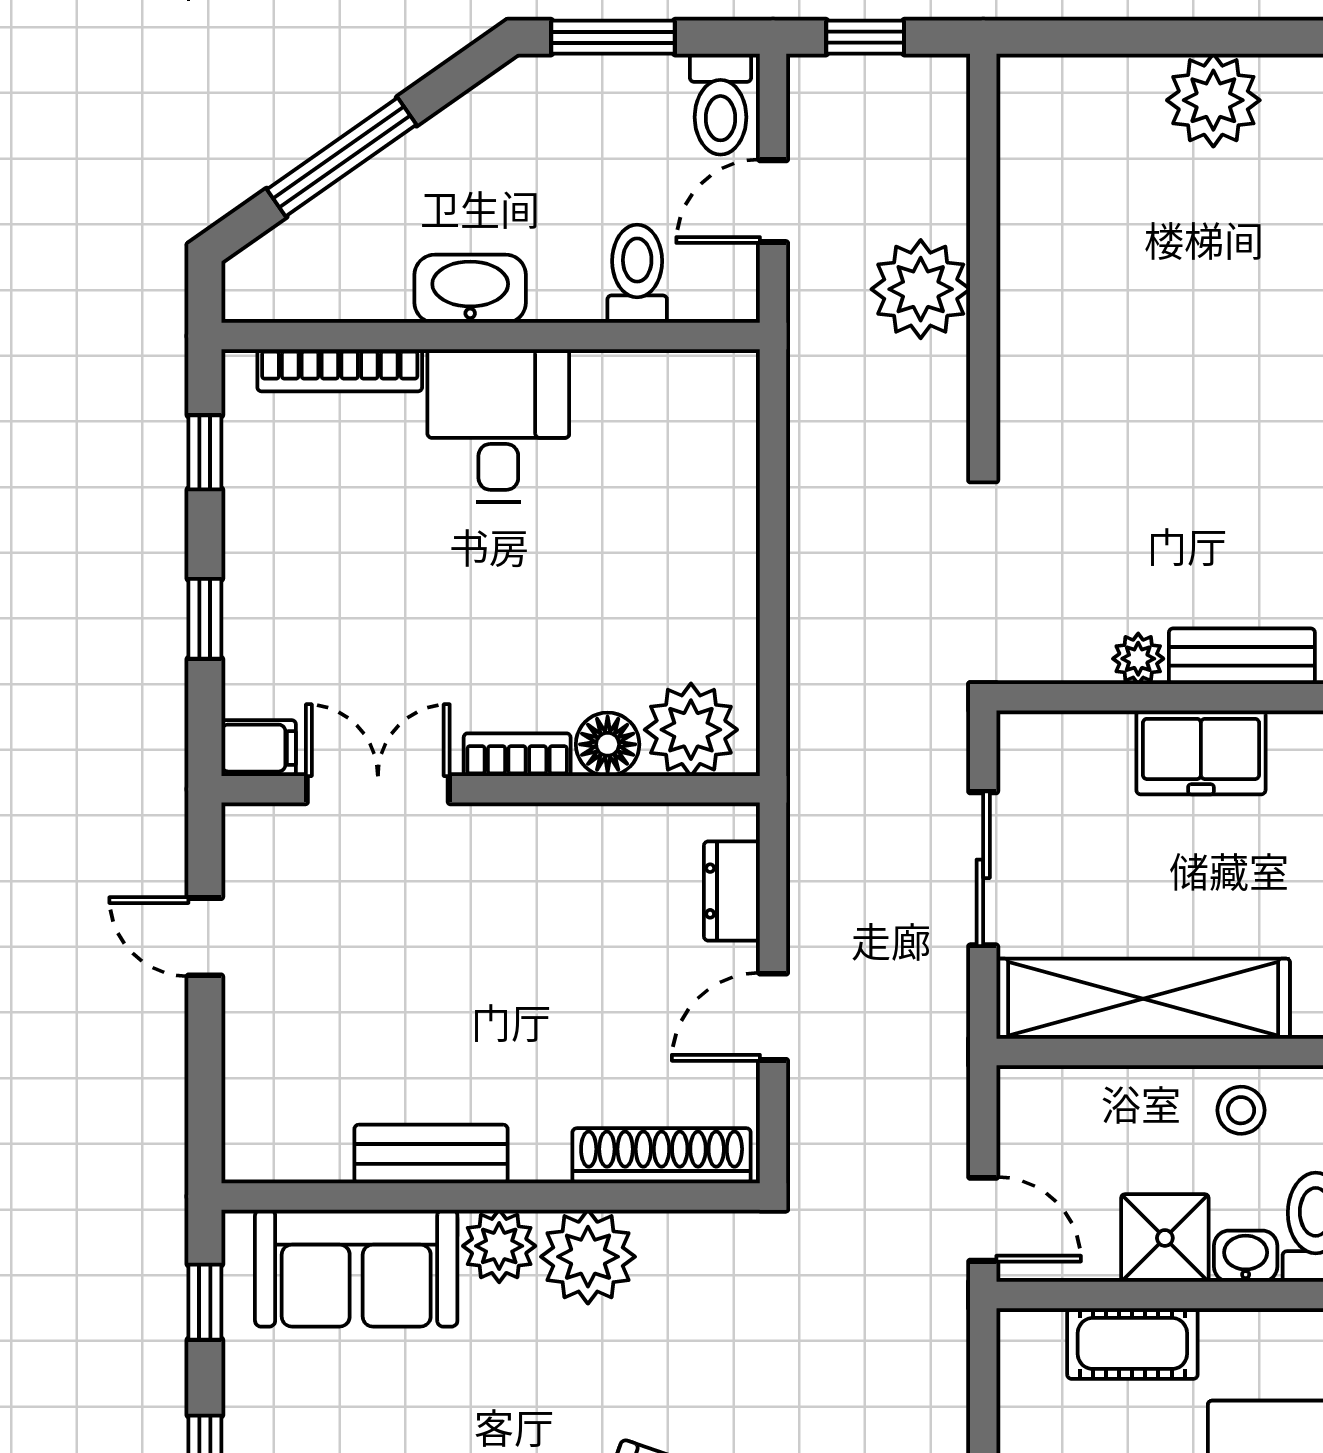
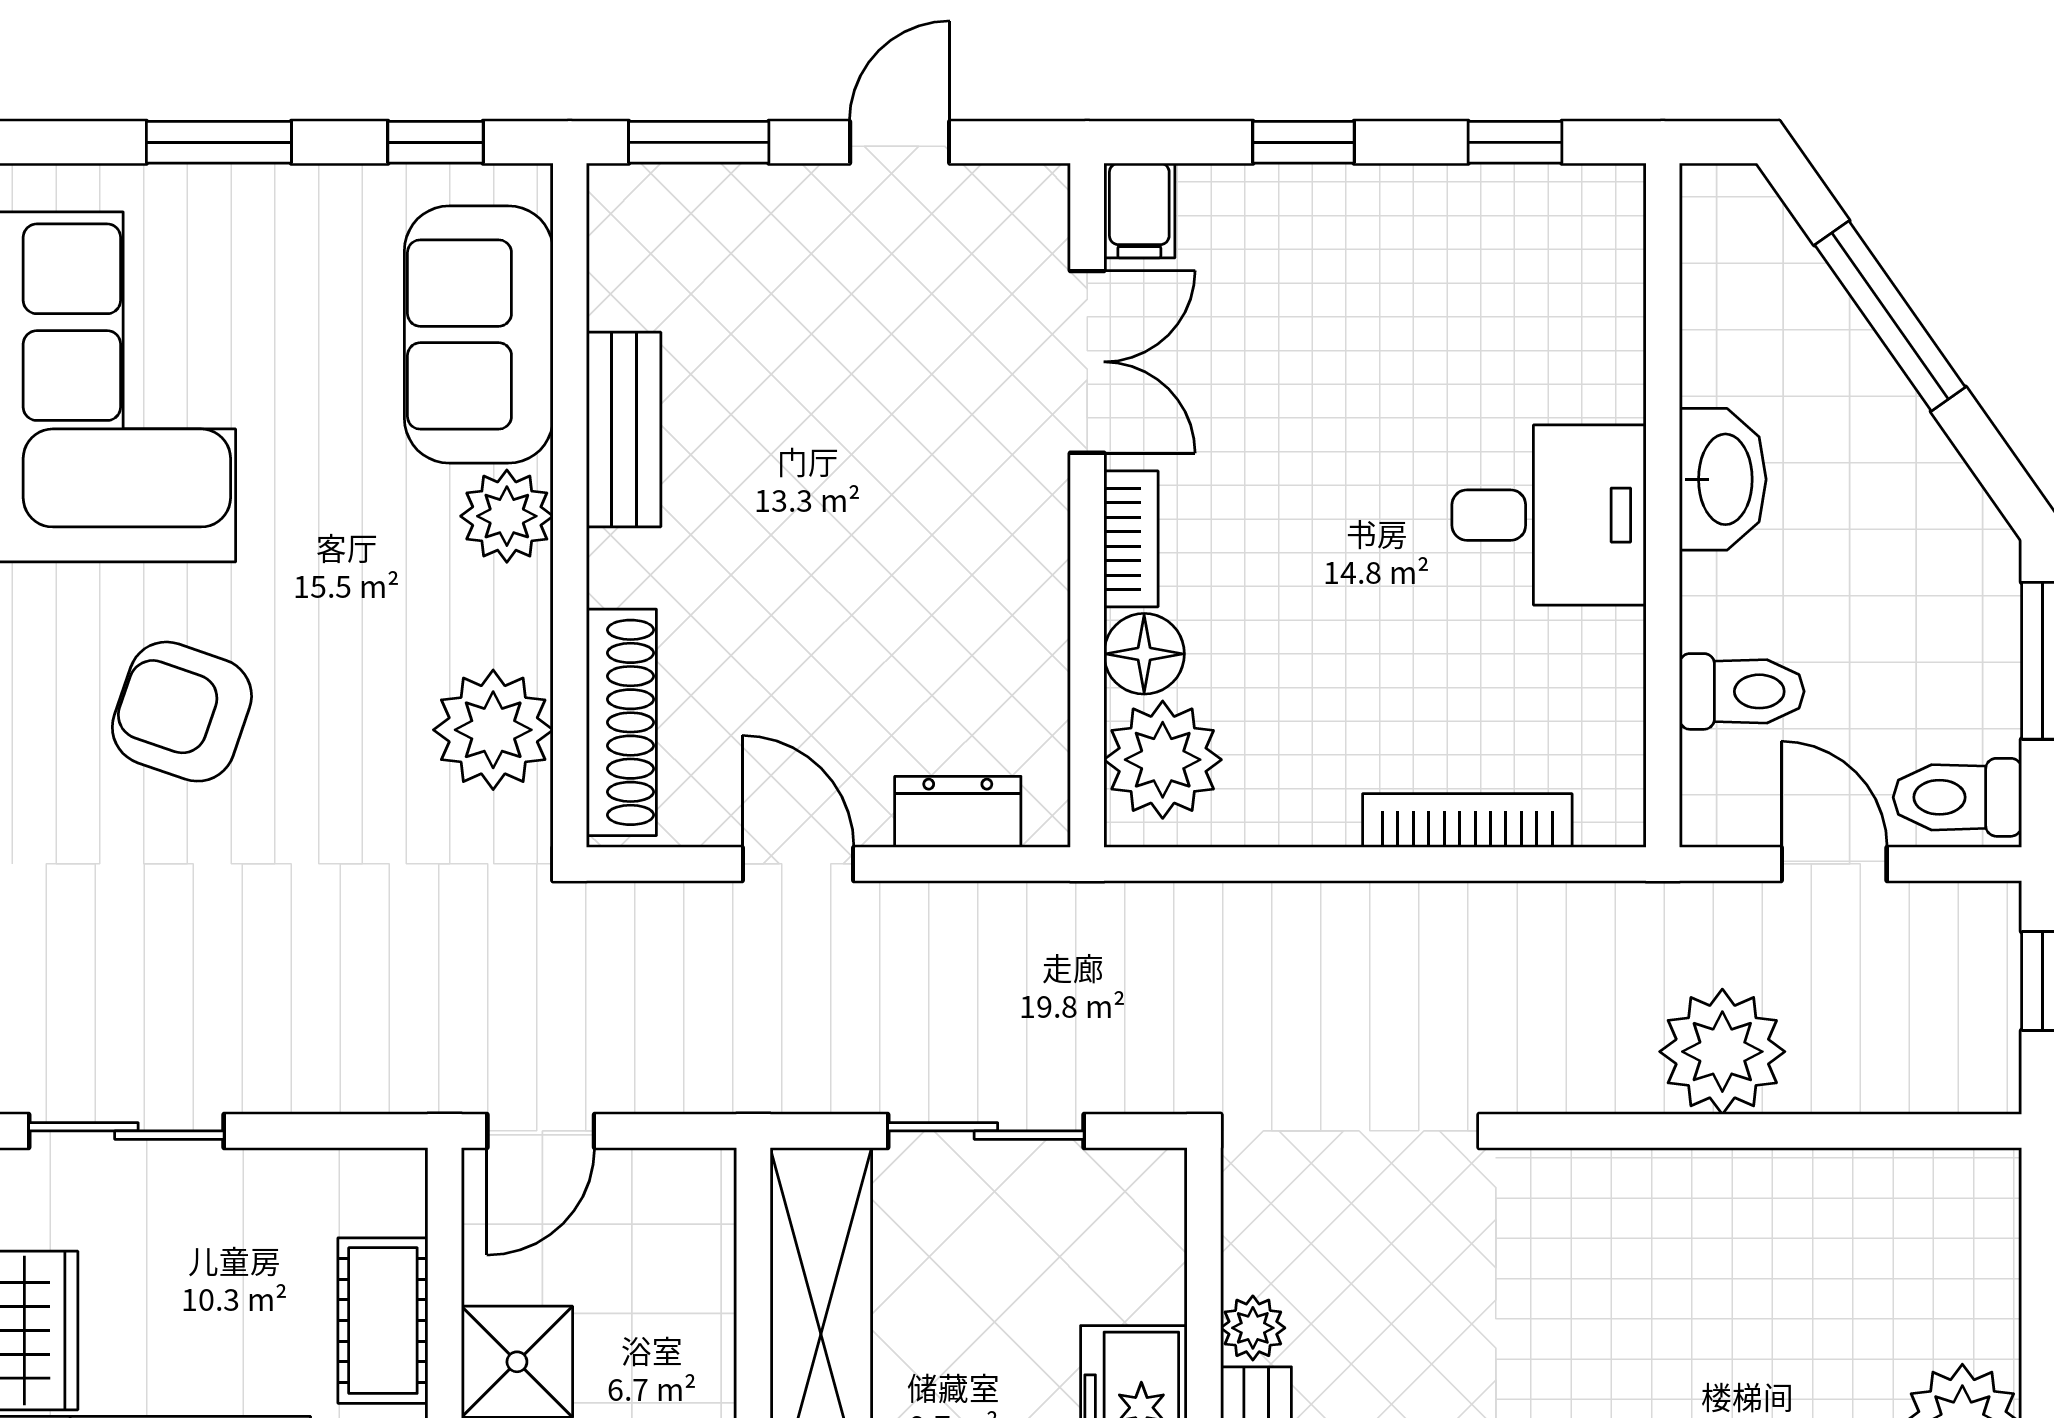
bookcase: (340, 370) -> (1467, 820), moved, turned 90
window: (205, 1095) -> (699, 142), added
plant: (588, 1257) -> (493, 730), moved

